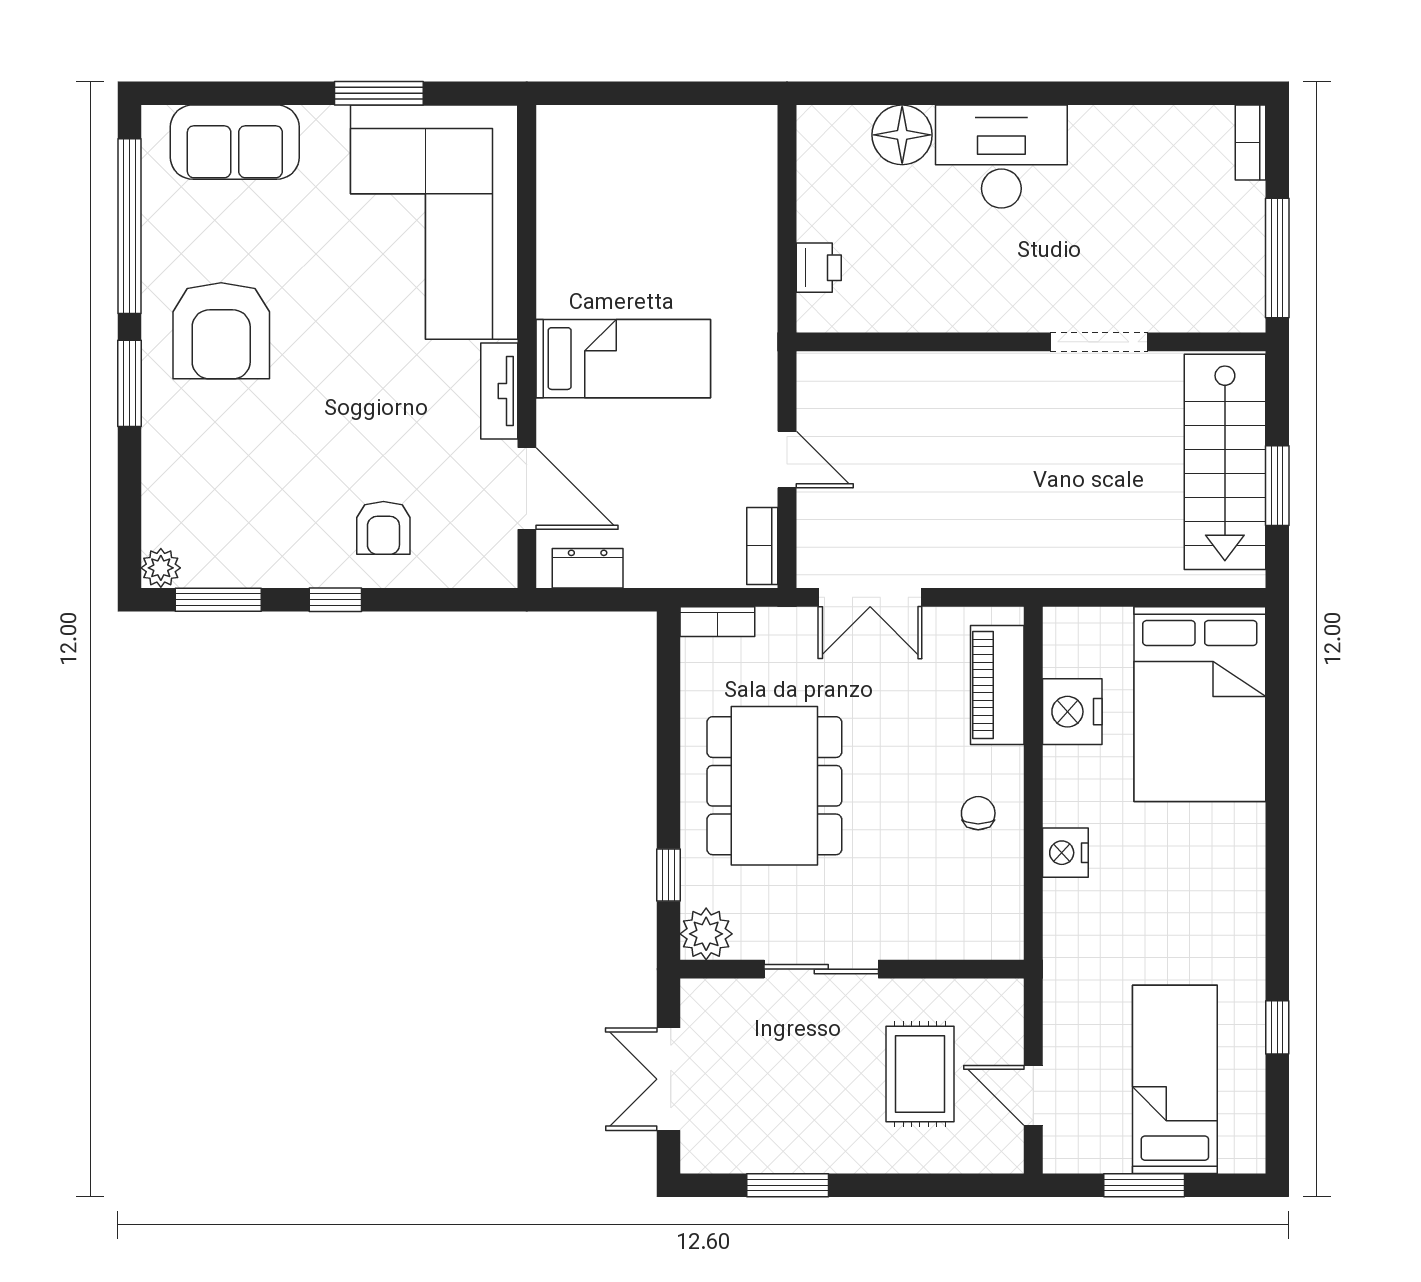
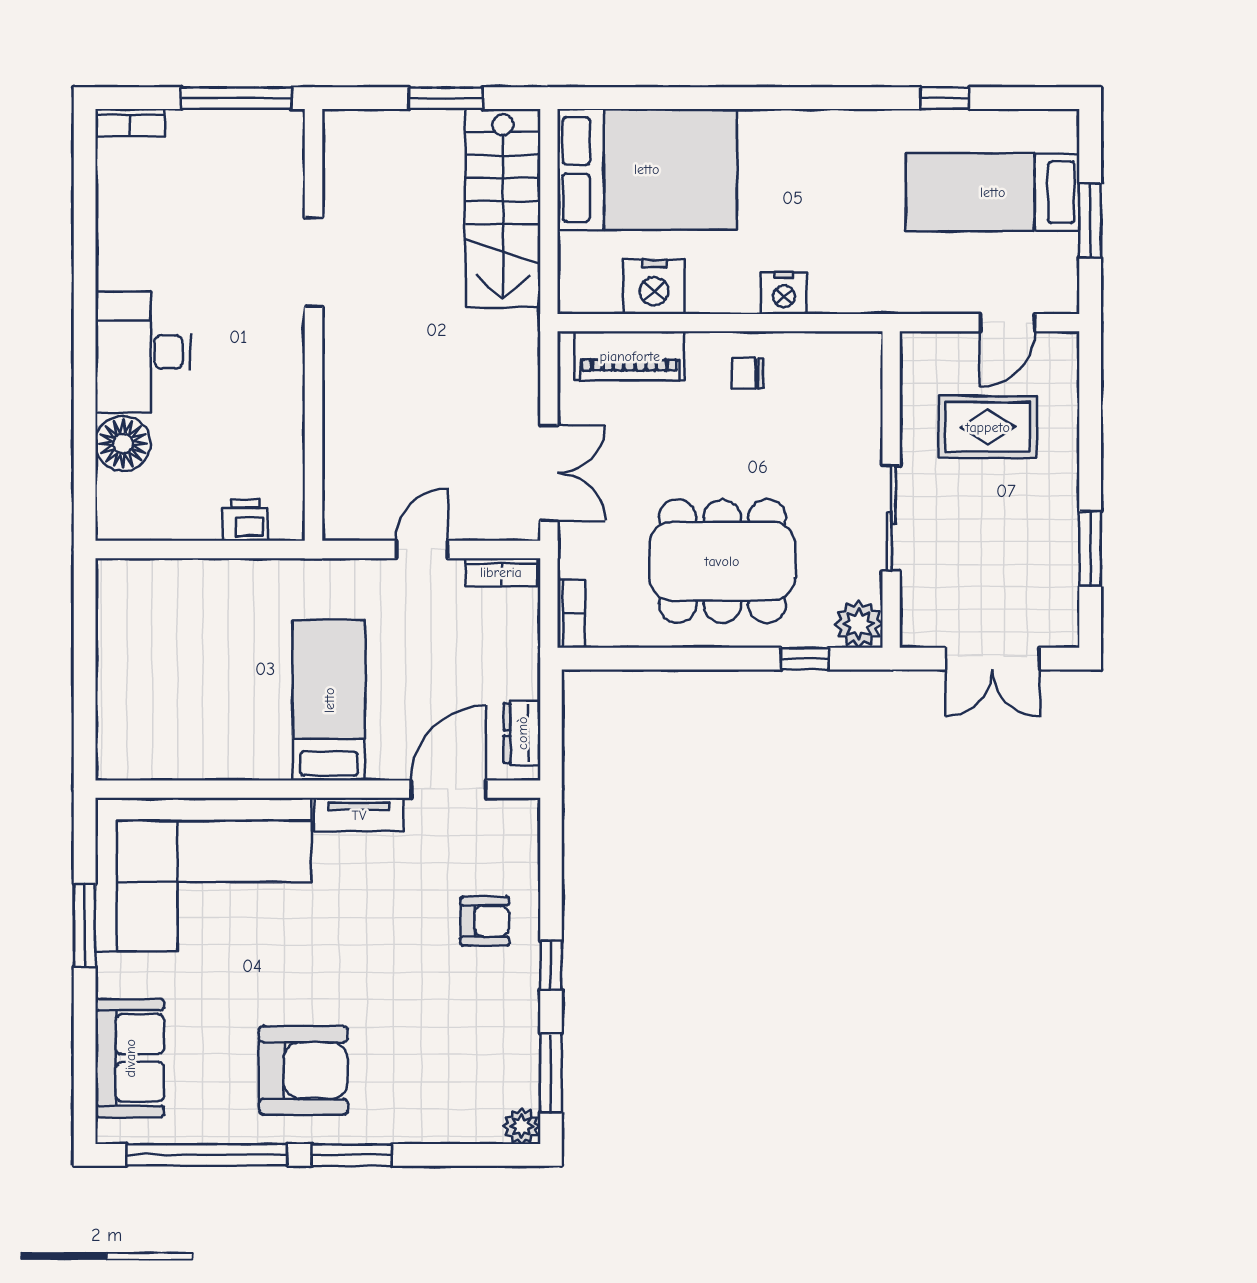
stairs: (1225, 462) -> (503, 208), moved, turned 90

